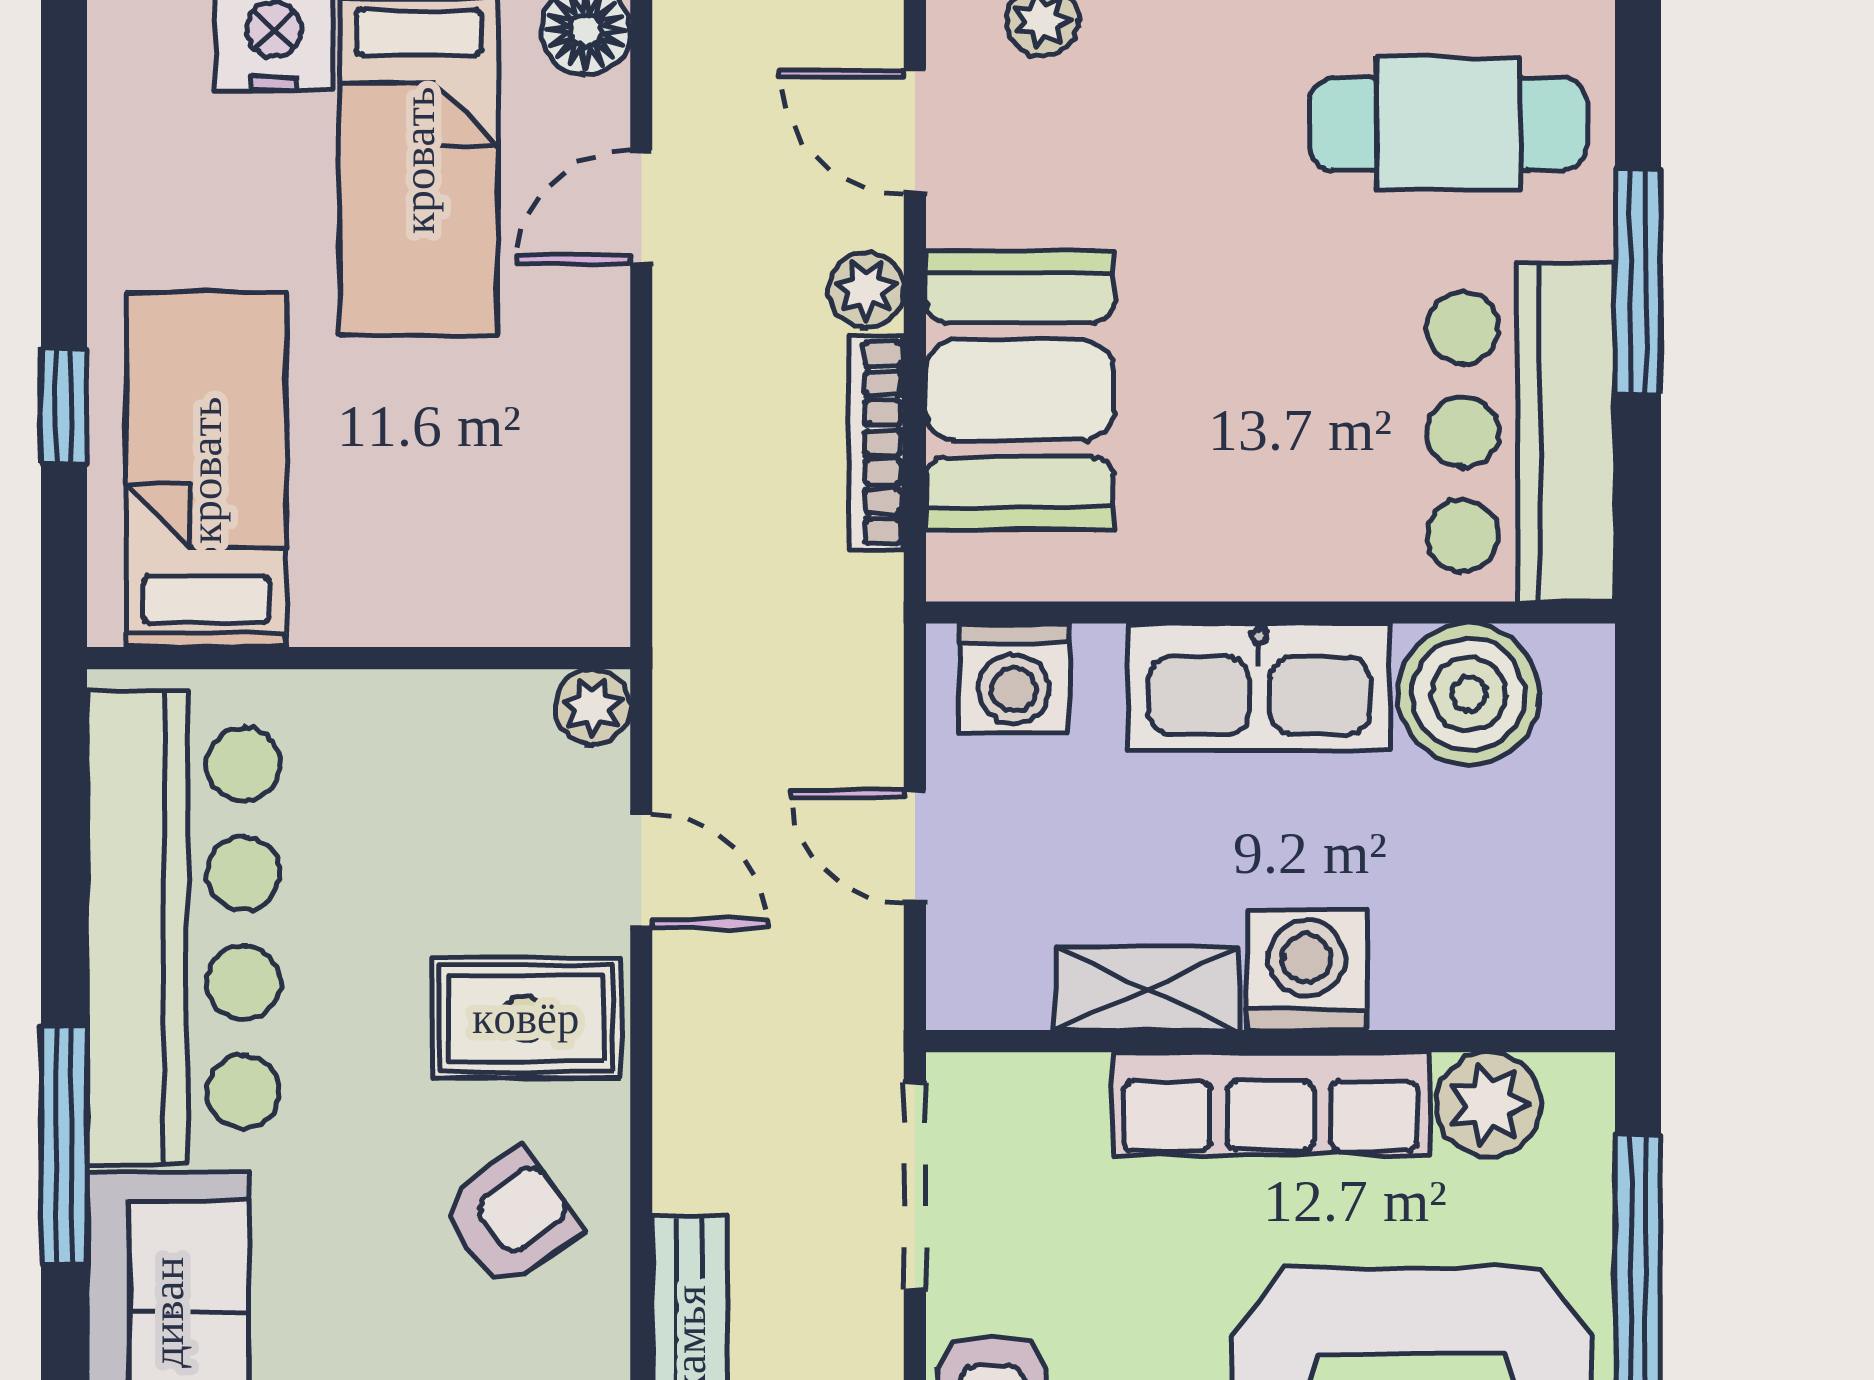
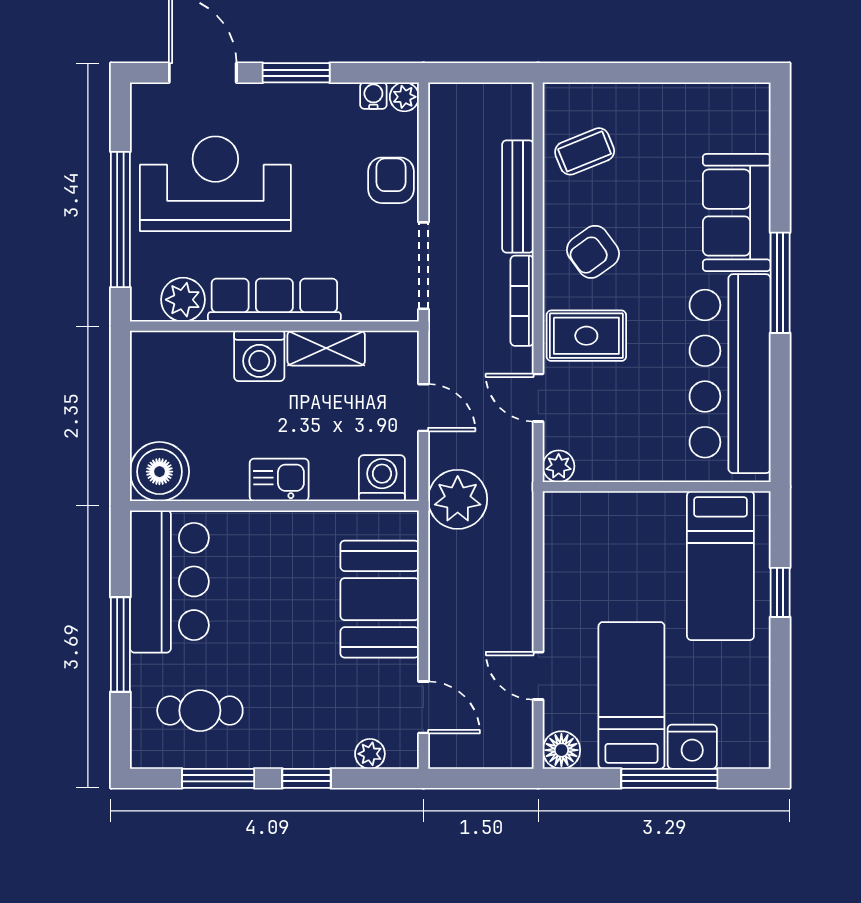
cafe table: (1448, 124) -> (200, 711), width x0.73, depth x0.74
door: (641, 207) -> (538, 676), swing flipped
plant: (866, 290) -> (458, 499), moved, width x1.87, depth x1.87
bookcase: (876, 442) -> (522, 301), moved, turned 180
kitchen sink: (1259, 687) -> (279, 480), width x0.53, depth x0.81
boiler: (1469, 694) -> (159, 472), moved

